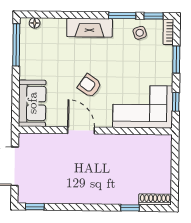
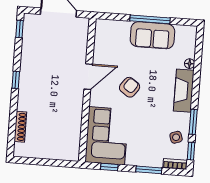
floor lamp: (35, 23) -> (190, 64), moved
window: (16, 45) -> (150, 19), moved
sofa: (32, 103) -> (152, 35), moved
shoe rack: (155, 199) -> (20, 127), moved
window: (130, 208) -> (16, 80), moved

